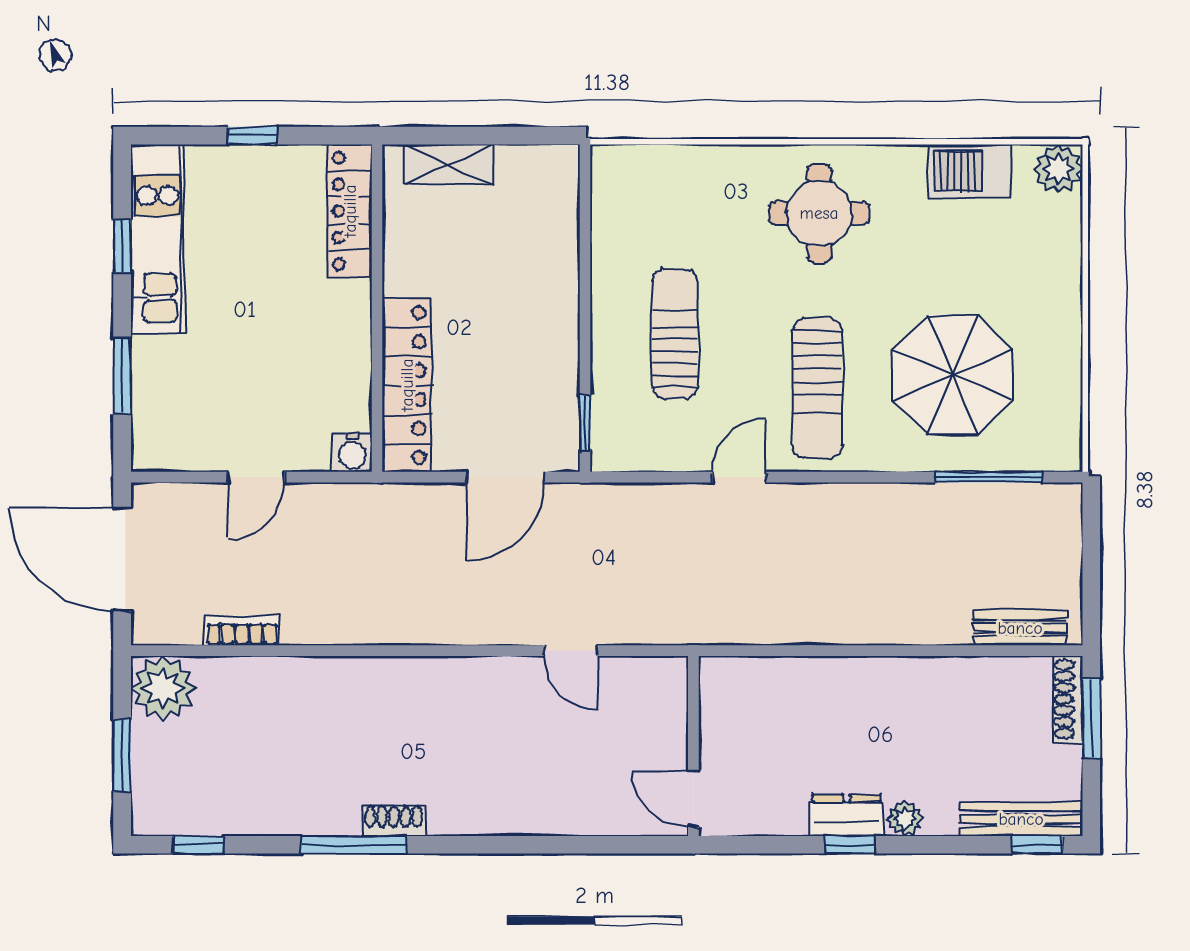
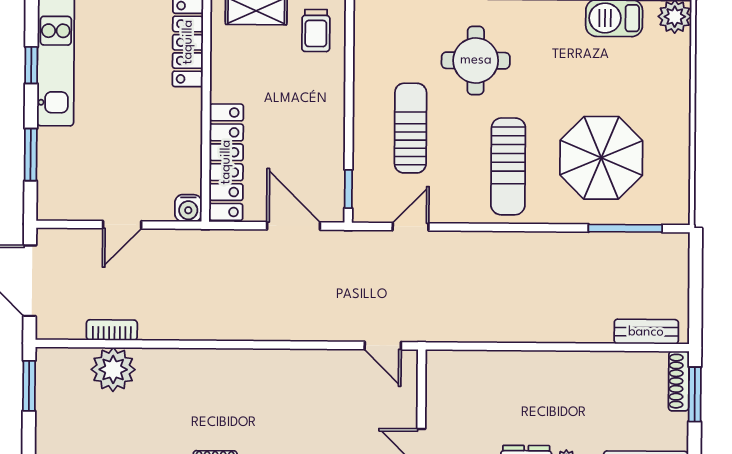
trolley: (536, 193) -> (316, 31), added
round table: (819, 213) -> (476, 60), moved
door: (505, 477) -> (293, 226), swing flipped
door: (739, 477) -> (411, 227), moved
door: (570, 651) -> (383, 346), moved
plant: (163, 688) -> (113, 369), moved
window: (122, 756) -> (29, 386), moved

